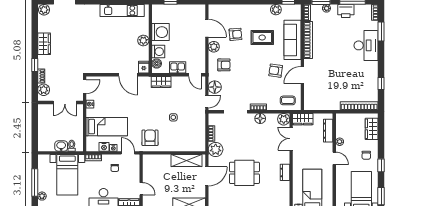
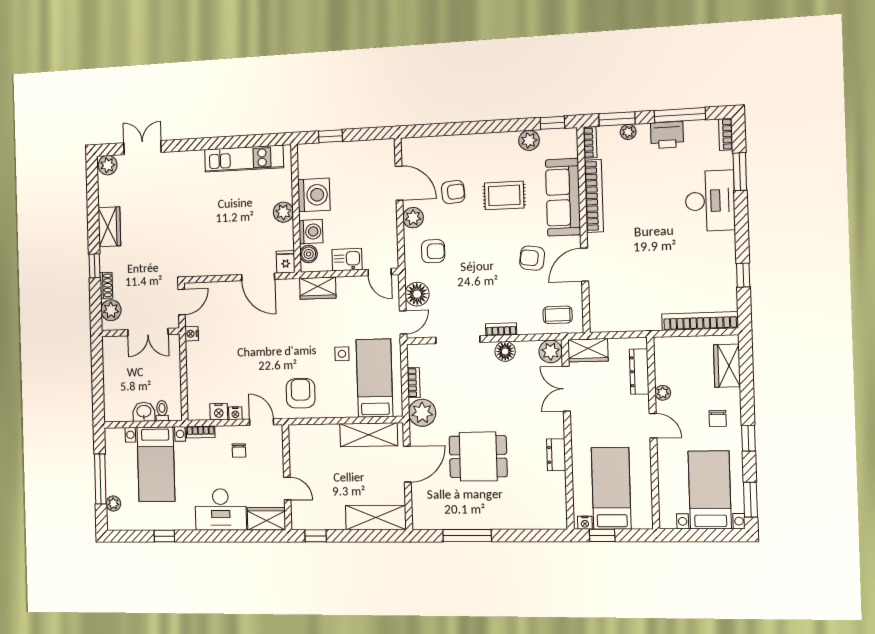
bed: (107, 127) -> (374, 378), moved, turned -90

